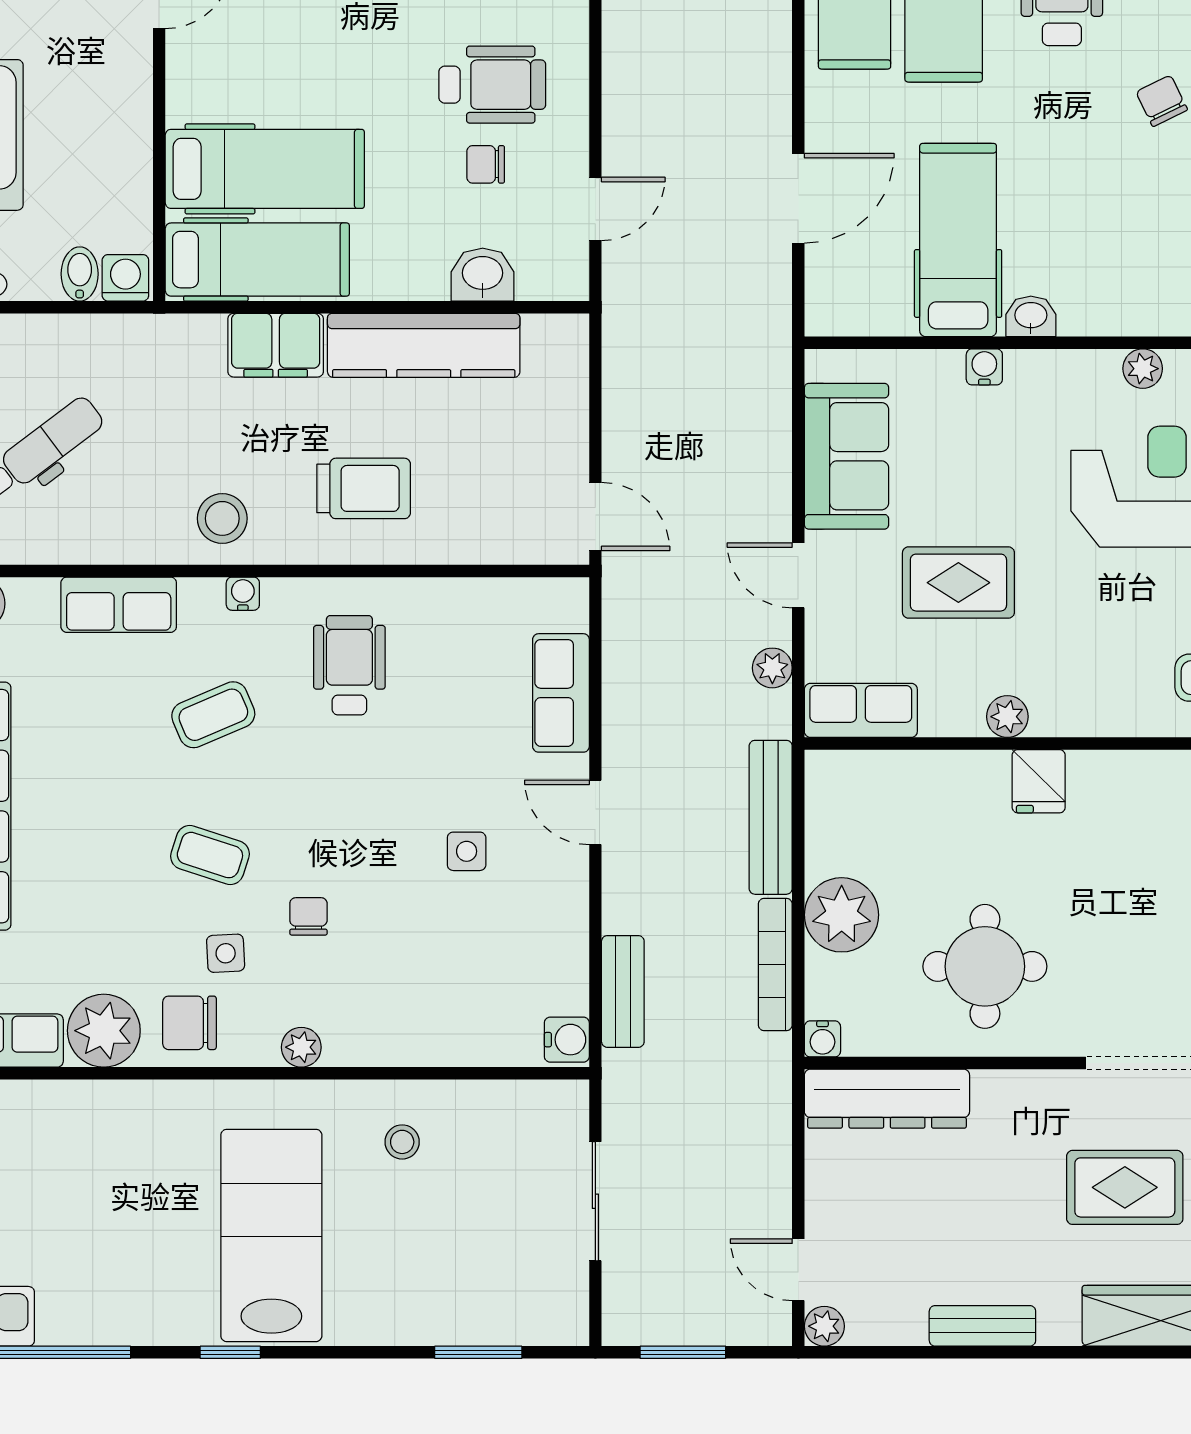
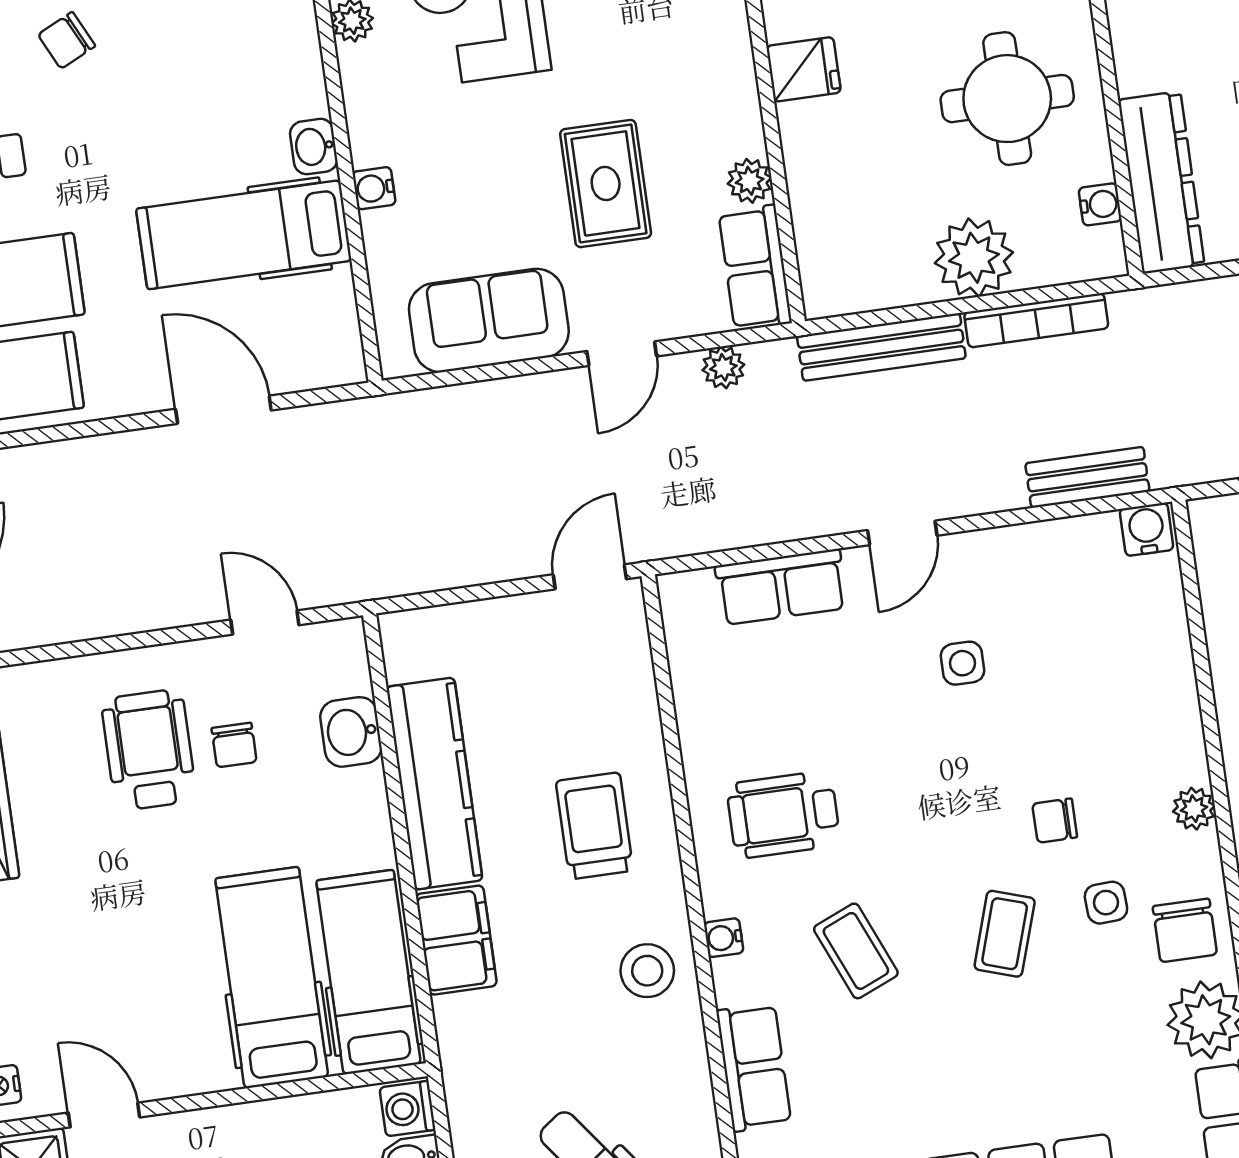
plant: (1007, 717) -> (750, 181), moved
water cooler: (822, 1039) -> (1100, 204), moved

